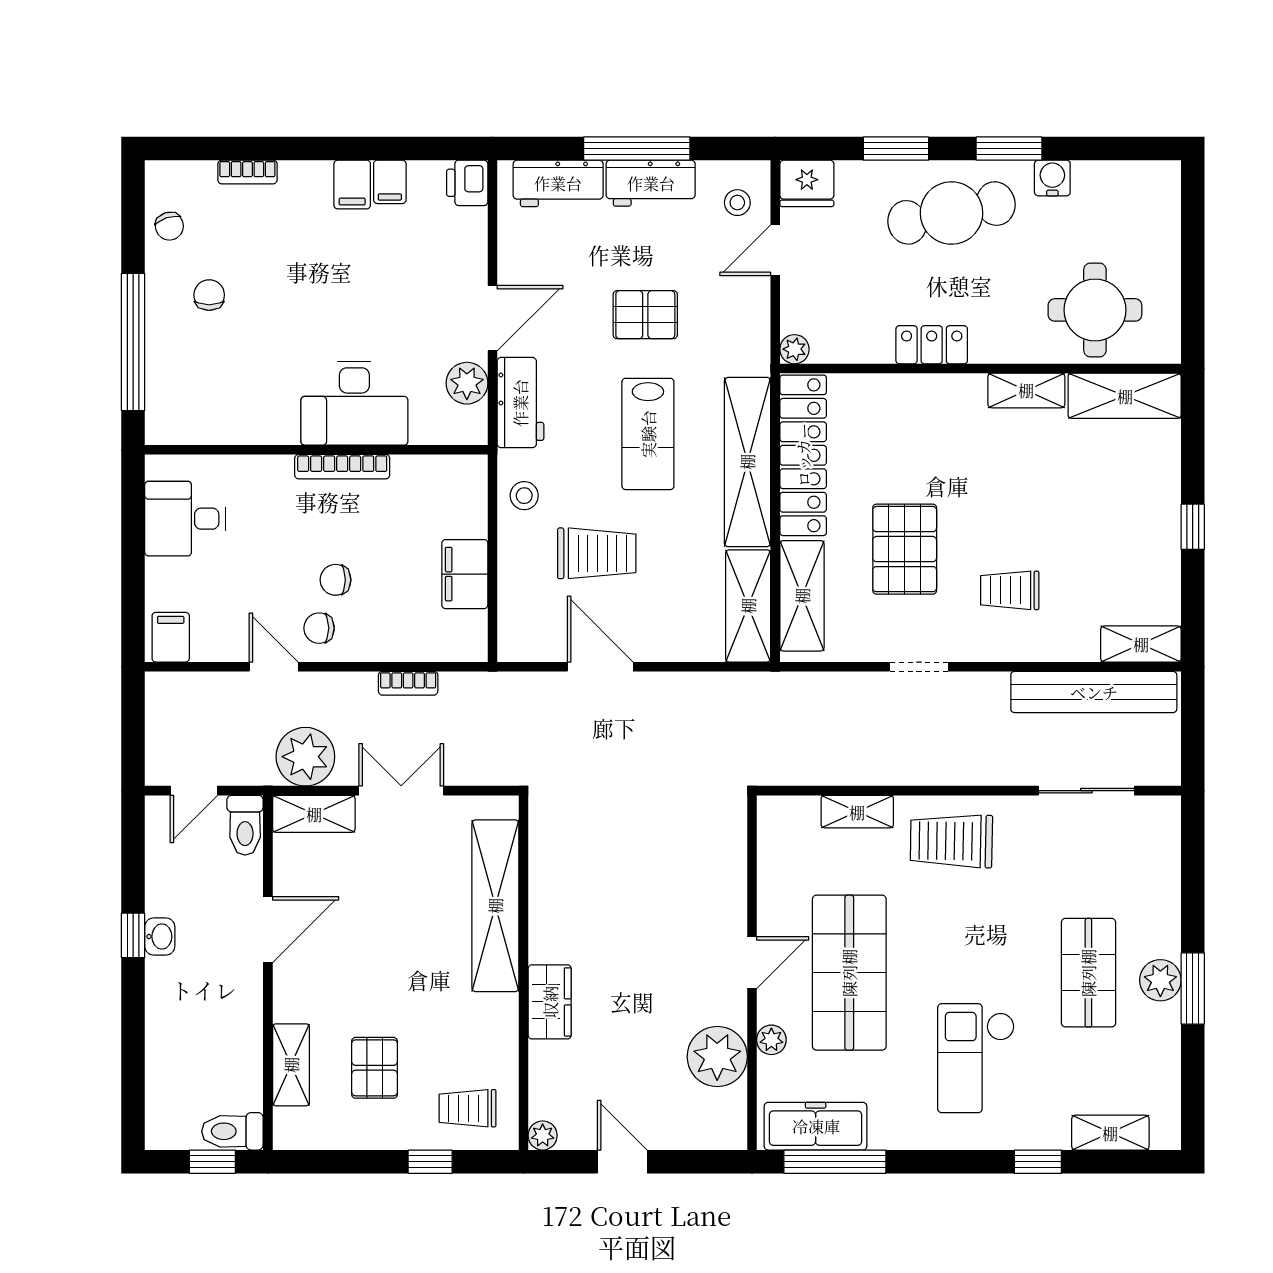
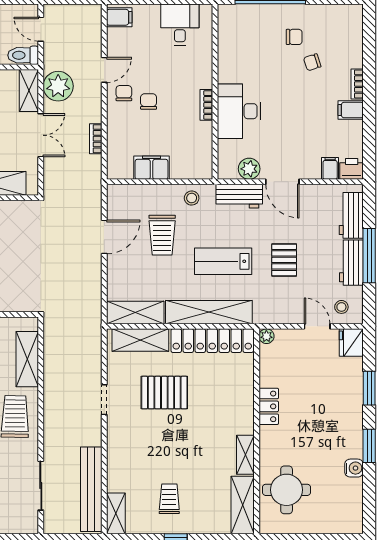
bookcase: (247, 172) -> (357, 84), moved
filing cabinet: (390, 182) -> (330, 168), moved, turned 90
cafe table: (951, 213) -> (336, 416), removed
chair: (169, 226) -> (312, 62), moved
bookcase: (342, 467) -> (206, 105), width x0.64
trolley: (1010, 590) -> (169, 499), moved
shelving: (857, 812) -> (27, 359), width x1.50, depth x1.33

